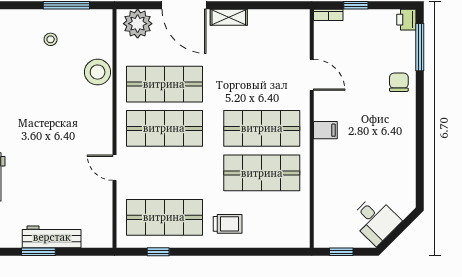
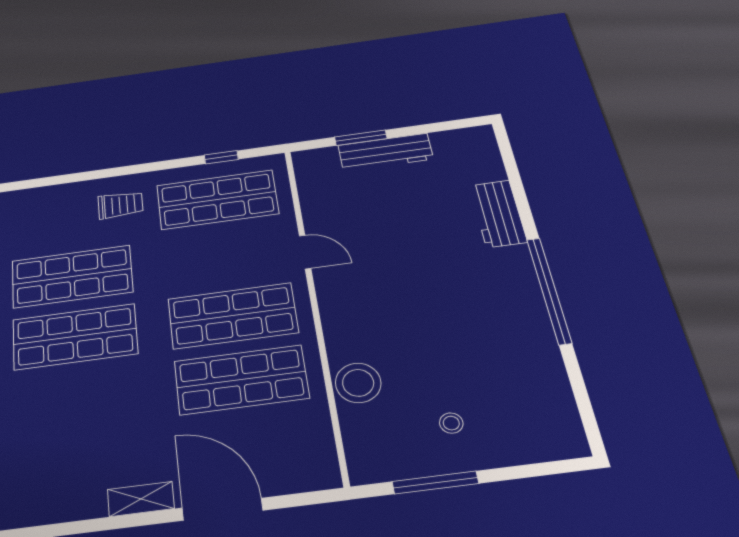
plant: (138, 24) -> (301, 468), removed
trolley: (228, 224) -> (121, 205), turned 180
window: (38, 252) -> (361, 138), moved

